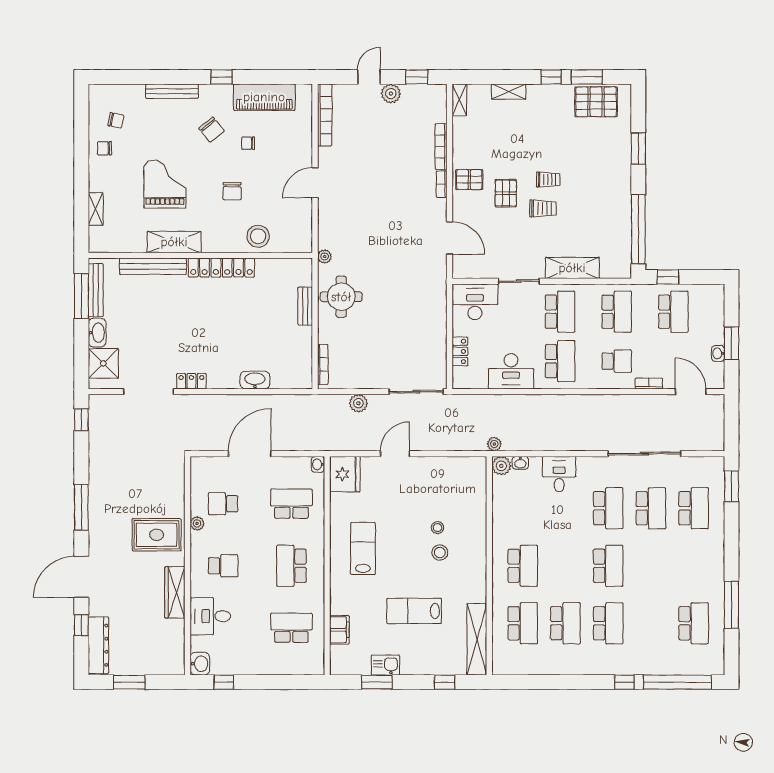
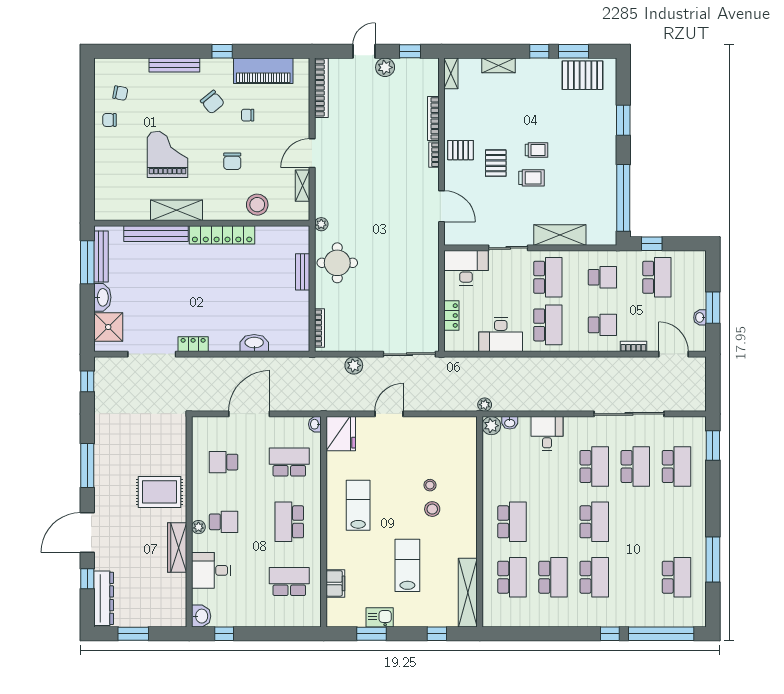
shelving: (96, 209) -> (302, 186), moved
school desk: (617, 312) -> (602, 277), width x0.54
plant: (197, 523) -> (198, 527), moved
lab bench: (414, 611) -> (407, 565), turned 90

